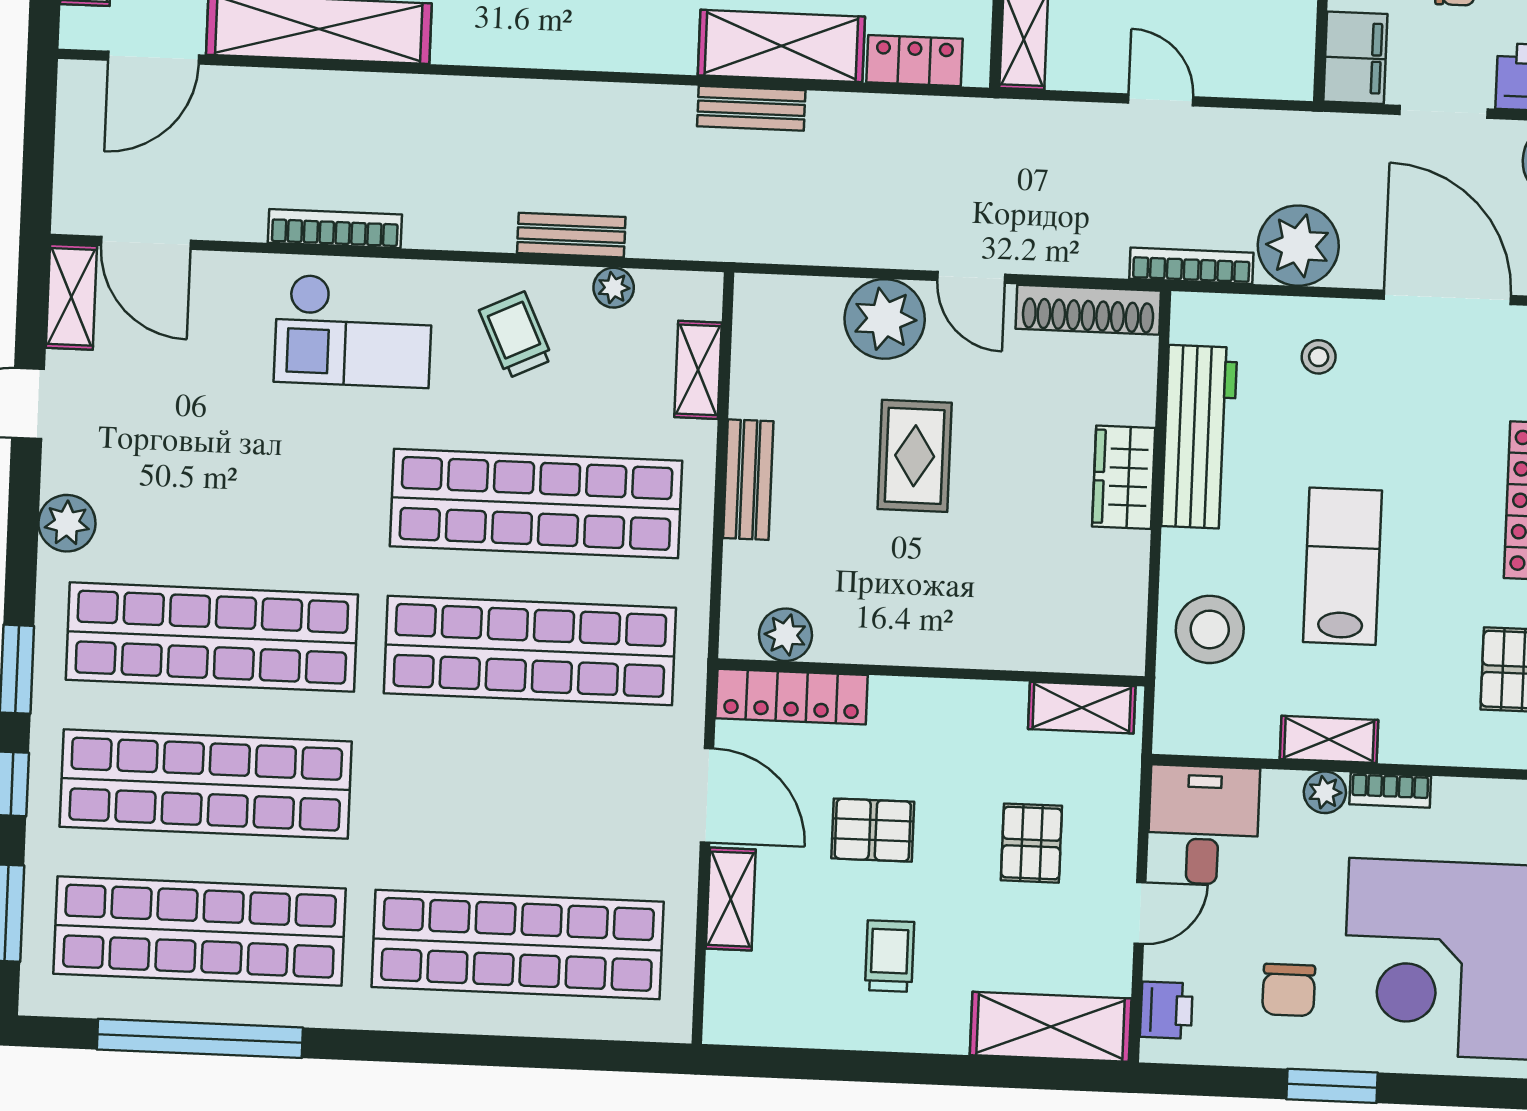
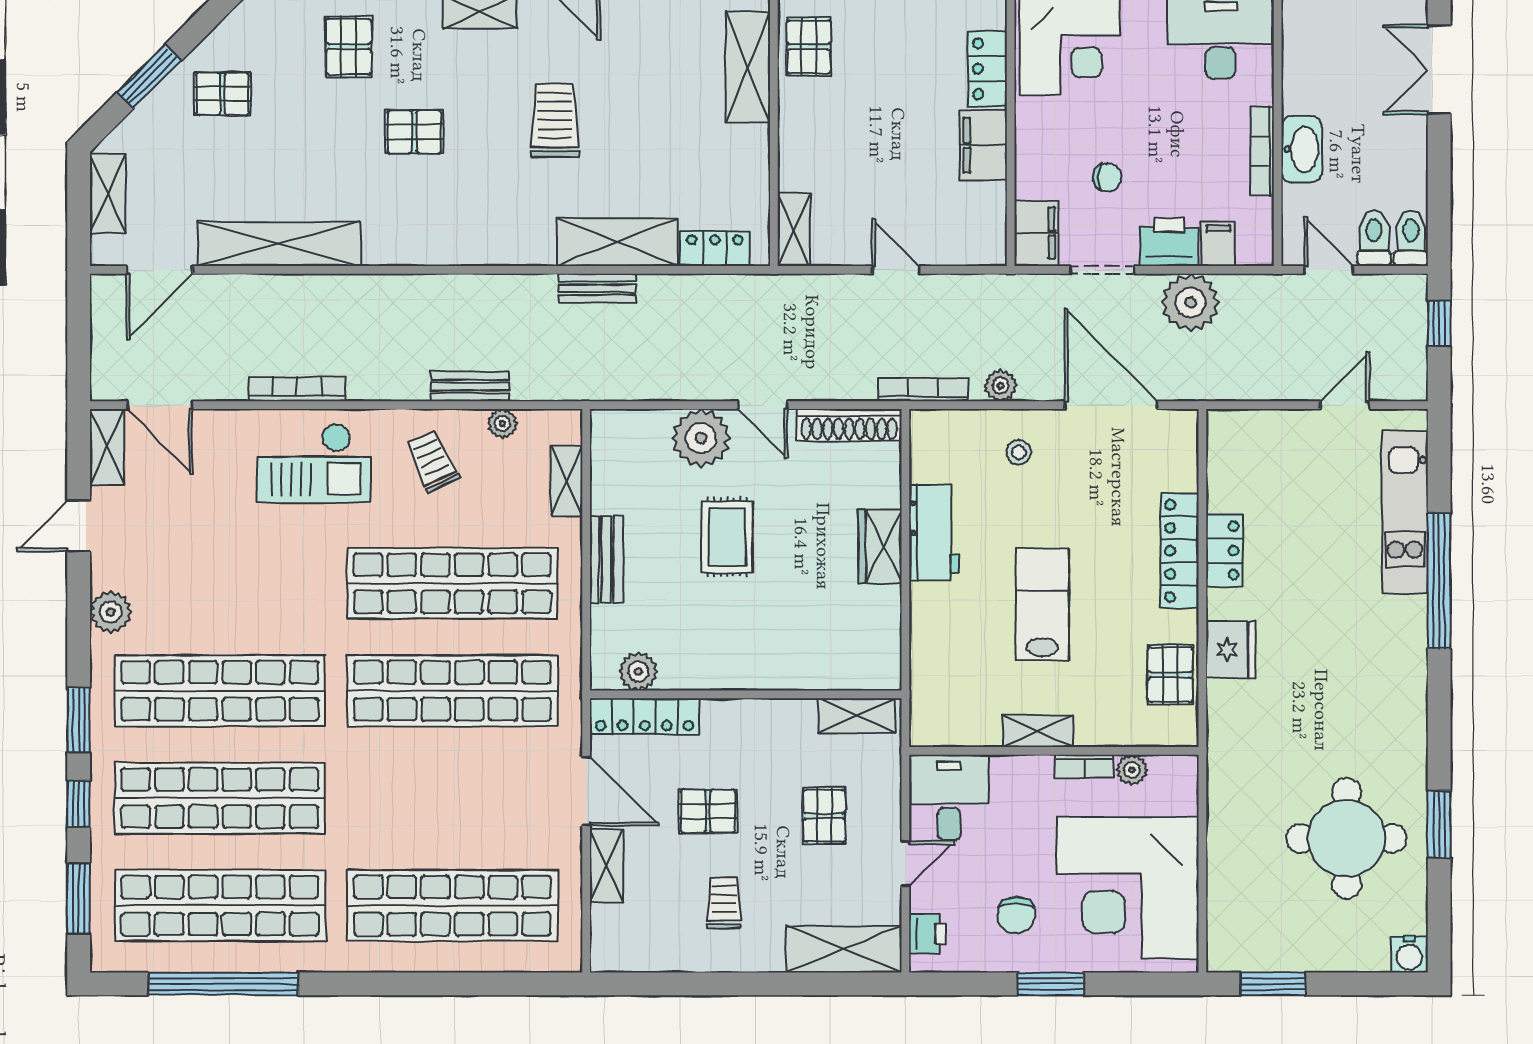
plant: (1298, 246) -> (1000, 386), width x0.53, depth x0.53
workbench: (1199, 437) -> (934, 533), width x0.73
stool: (1210, 629) -> (948, 655), removed
plant: (1325, 792) -> (1132, 770), moved

